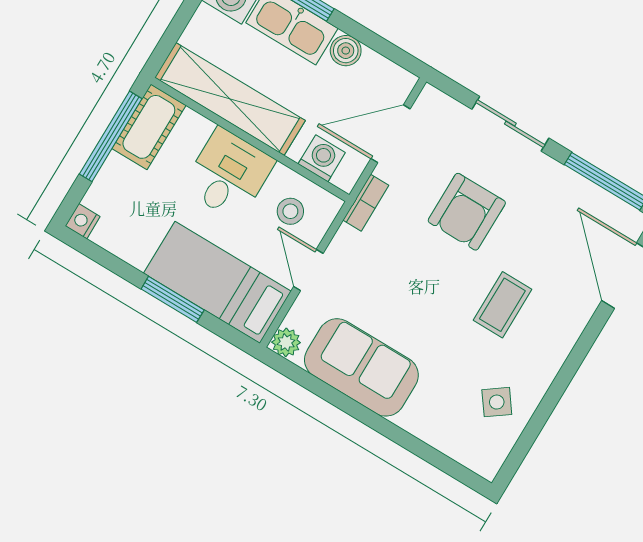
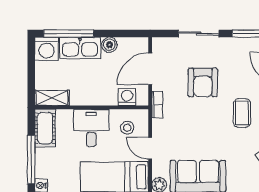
shelving: (230, 99) -> (52, 98), width x0.45, depth x0.75
window: (111, 136) -> (31, 160), moved

